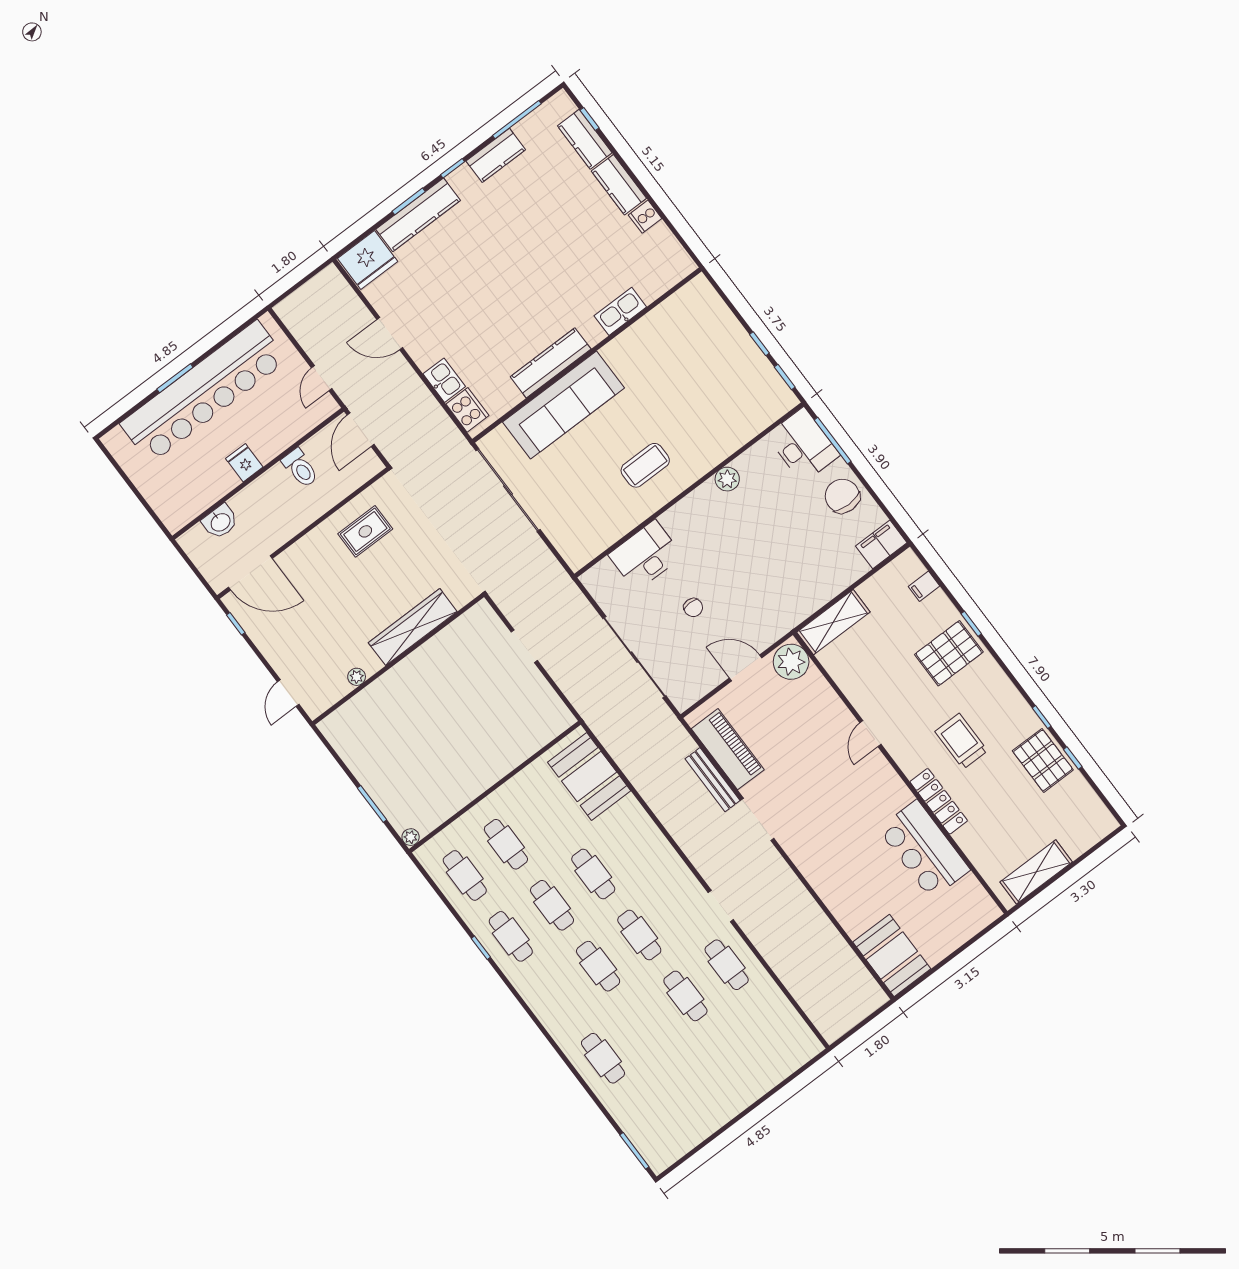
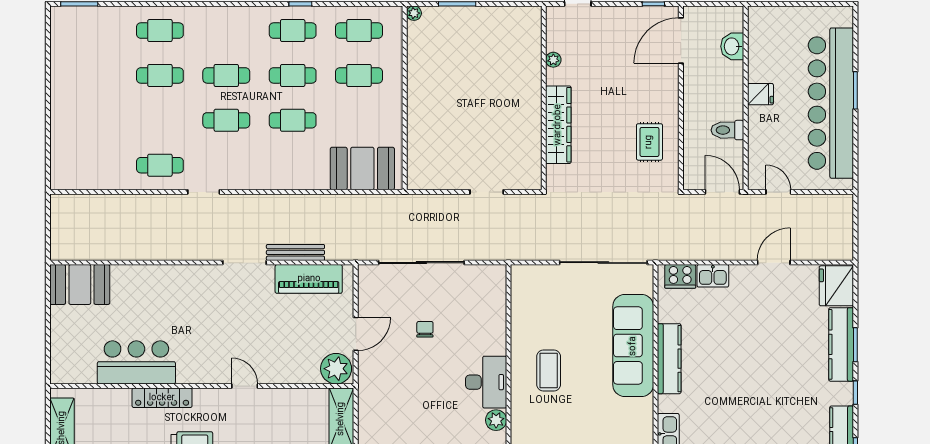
desk: (645, 555) -> (486, 382), moved
chair: (693, 607) -> (425, 329), turned 90
cafe table: (685, 996) -> (160, 75), moved

